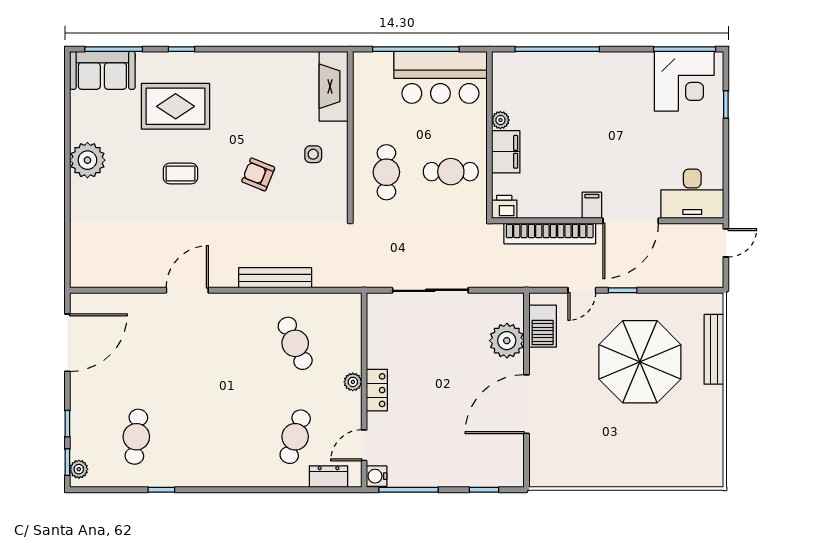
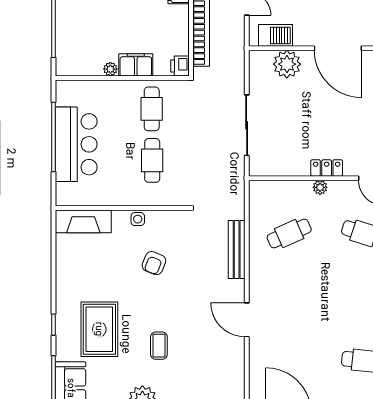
bar counter: (440, 77) -> (76, 144), moved
fireplace: (334, 86) -> (83, 221), moved
wall: (350, 135) -> (122, 208), moved
cafe table: (386, 172) -> (152, 160), turned 90
coffee table: (180, 173) -> (159, 346), moved

